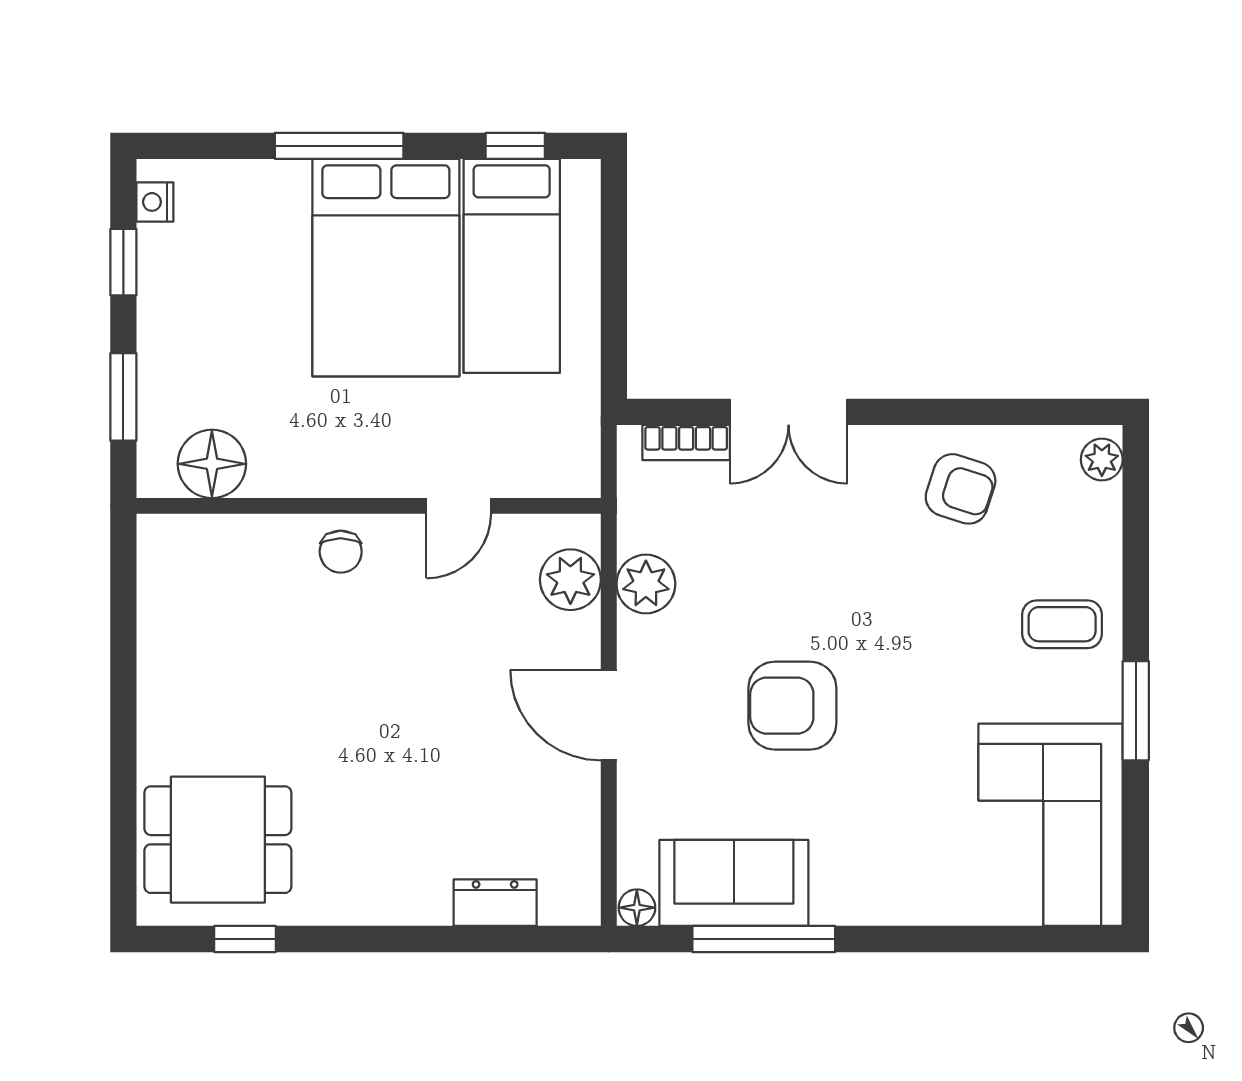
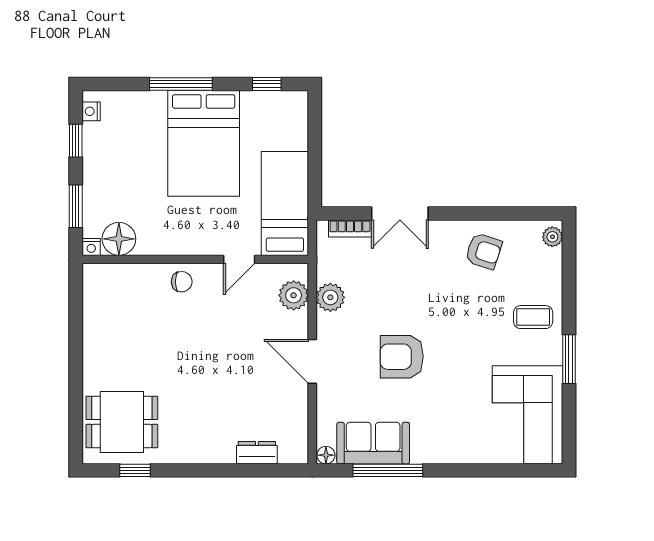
bed: (512, 266) -> (285, 203), moved, turned 180
nightstand: (155, 481) -> (91, 247), added
chair: (341, 552) -> (182, 282), turned -90

